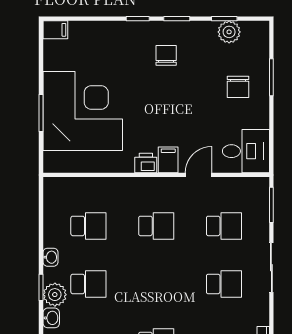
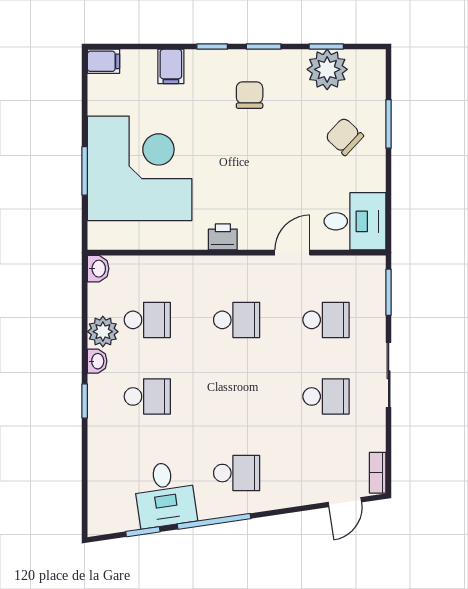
plant: (229, 32) -> (327, 69), width x1.36, depth x1.36
chair: (238, 87) -> (344, 136), turned 133
filing cabinet: (168, 160) -> (171, 66), moved, turned 180
plant: (55, 295) -> (103, 332), moved
washbasin: (51, 318) -> (98, 269), moved

